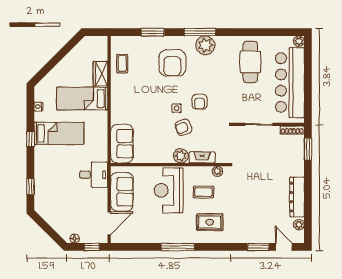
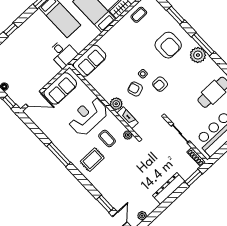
armchair: (172, 63) -> (168, 45), turned -90
desk: (94, 175) -> (63, 53), moved
dresser: (297, 197) -> (169, 188), moved
rug: (210, 222) -> (92, 160), turned 90

